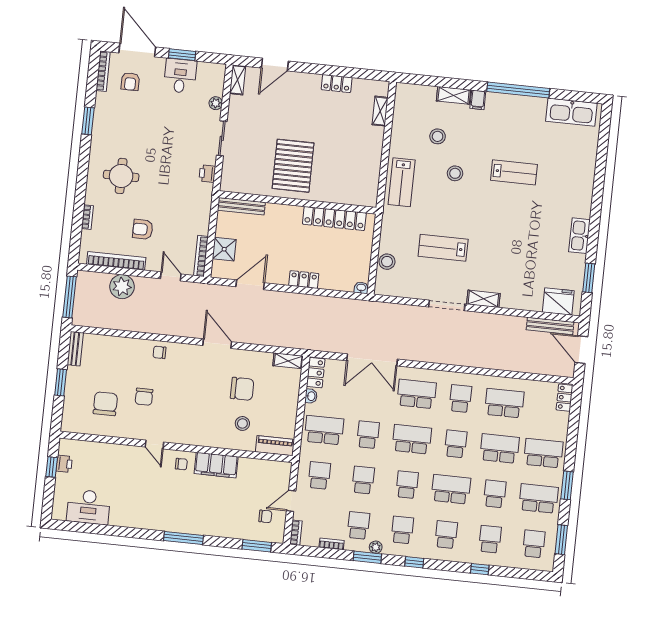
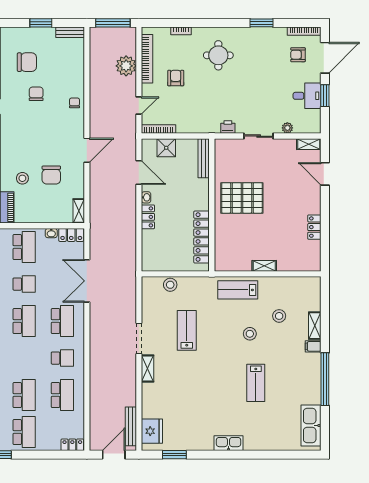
shelving: (380, 111) -> (264, 266), moved
kitchen sink: (580, 236) -> (229, 443), moved
washbasin: (361, 288) -> (146, 197), moved
chair: (144, 397) -> (36, 94), turned 90
school desk: (456, 444) -> (24, 358), removed

